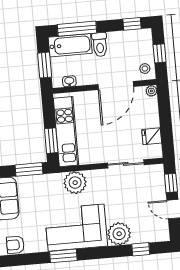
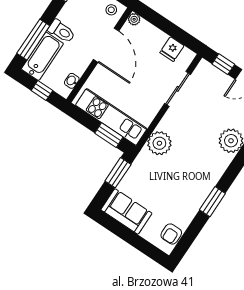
window: (45, 65) -> (42, 91), width x0.67
corner sofa: (76, 228) -> (197, 172), removed

